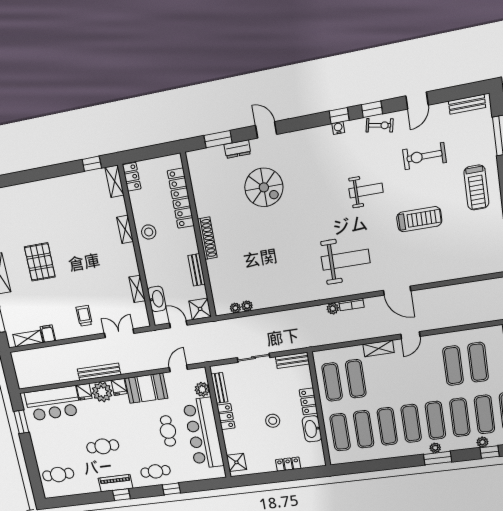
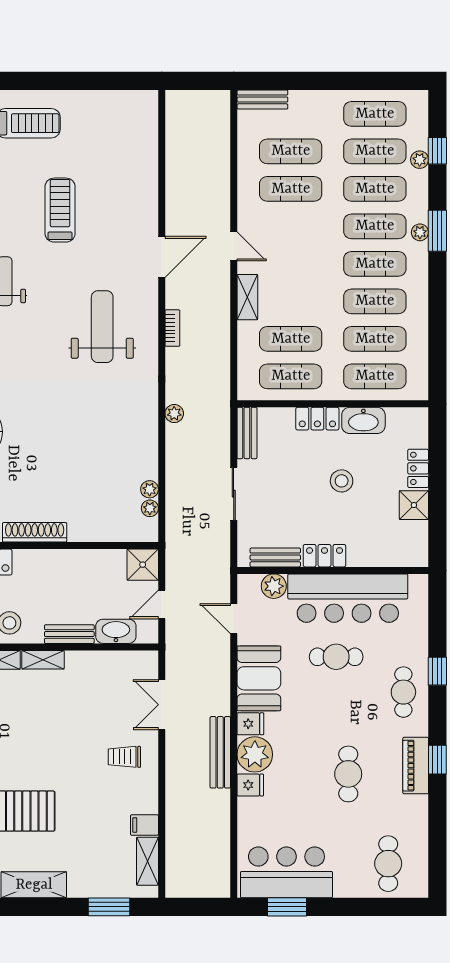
bench: (197, 270) -> (69, 634), moved
shelving: (137, 289) -> (43, 660), moved
plant: (333, 309) -> (174, 414), moved
bar counter: (53, 403) -> (286, 872), moved, turned -90
shower: (236, 462) -> (414, 505), moved

